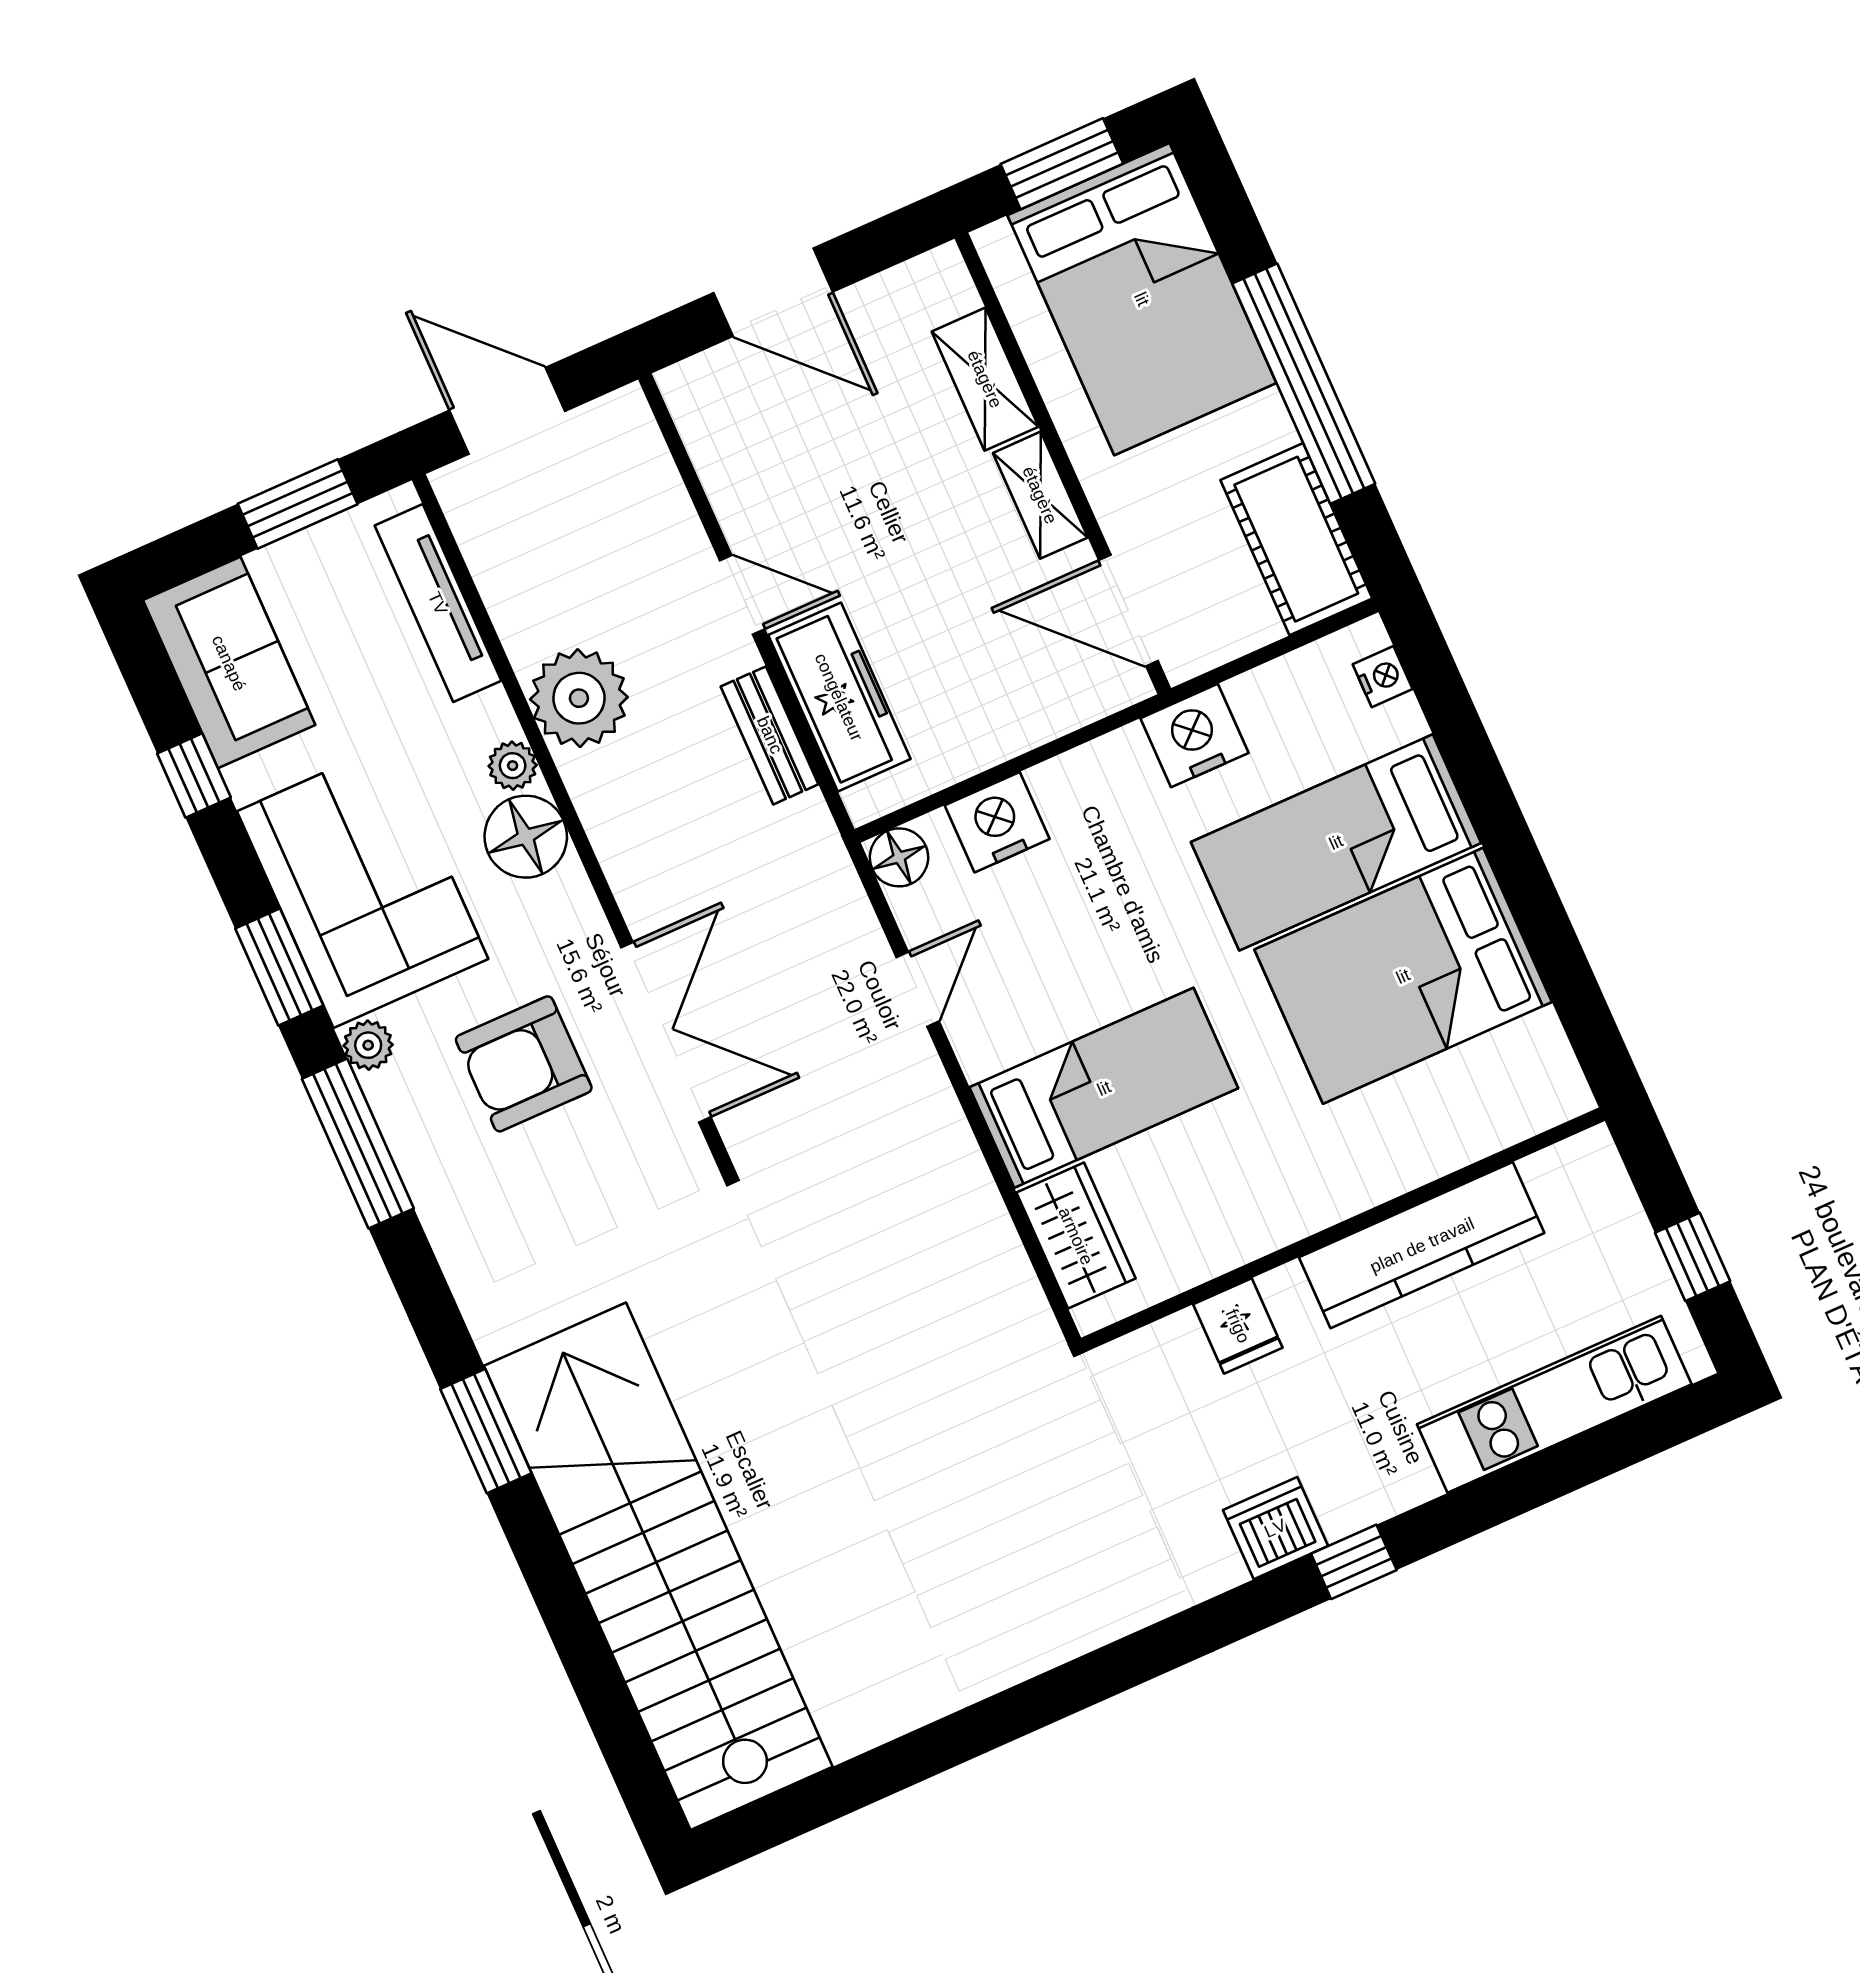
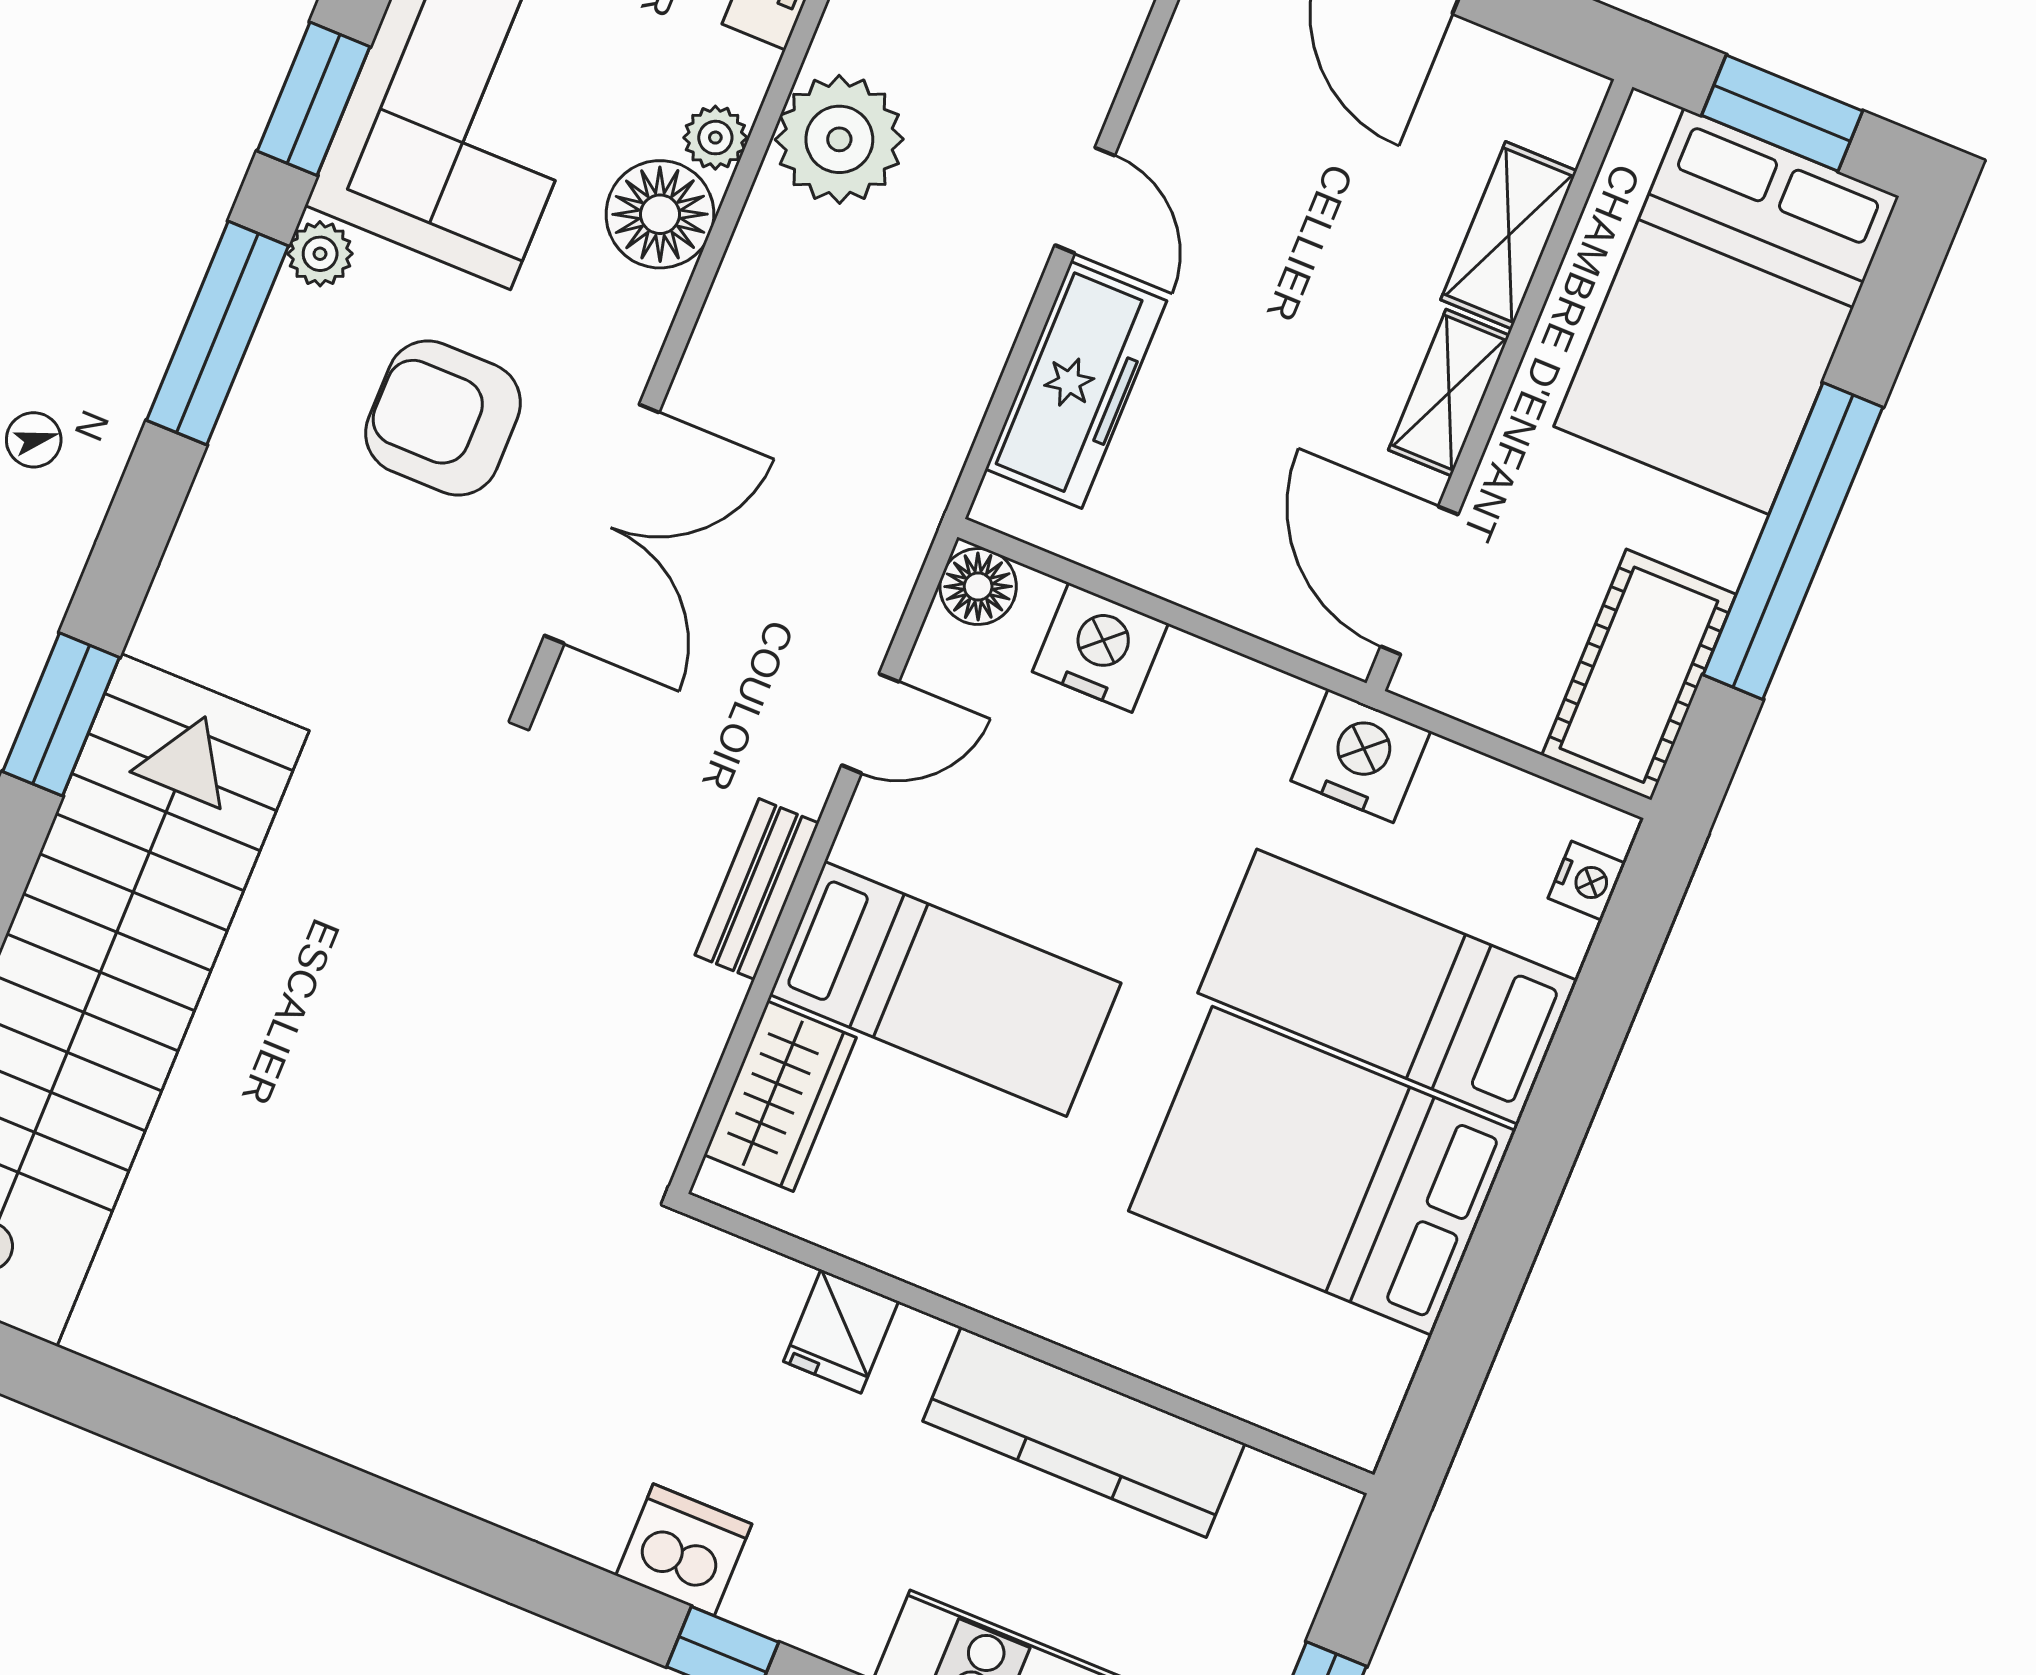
bench: (770, 735) -> (757, 889), moved

